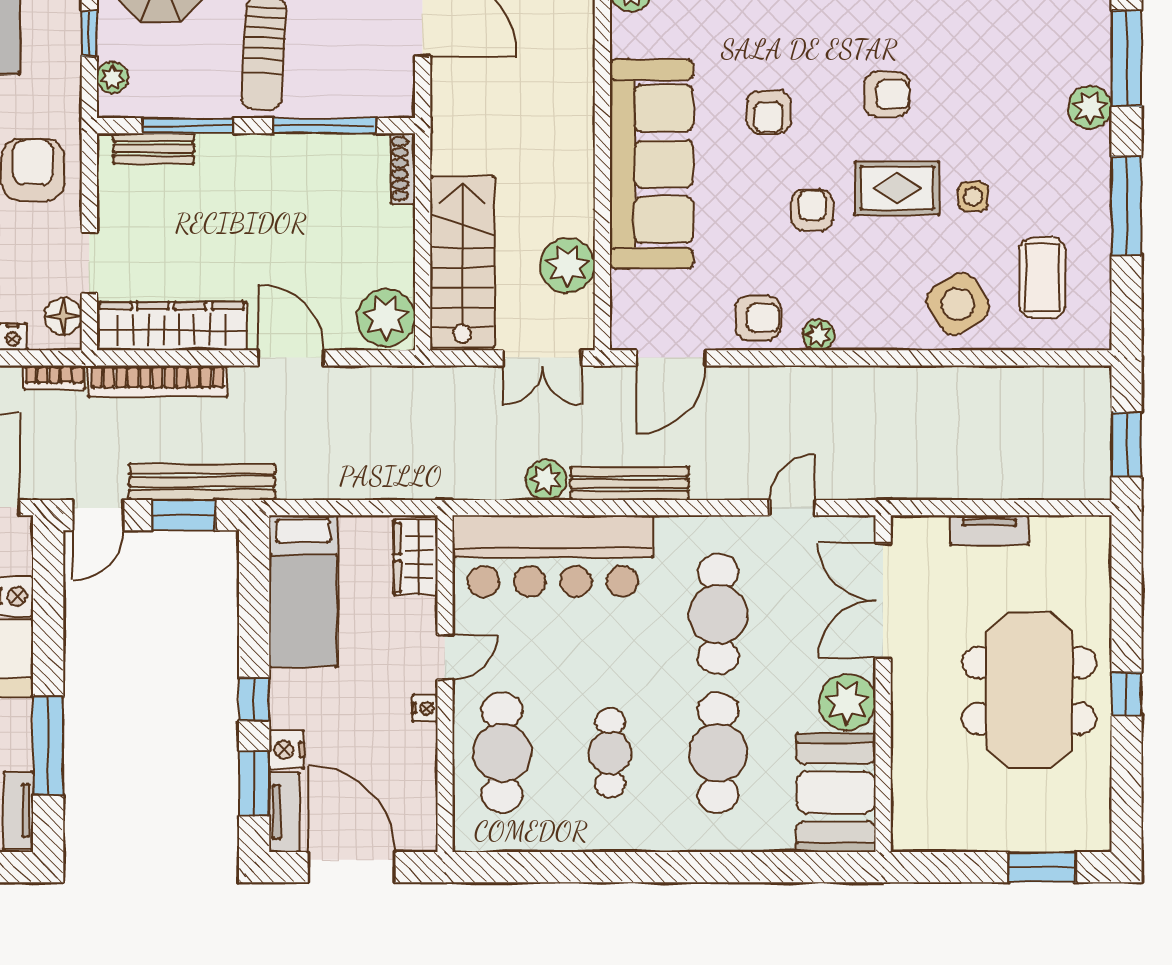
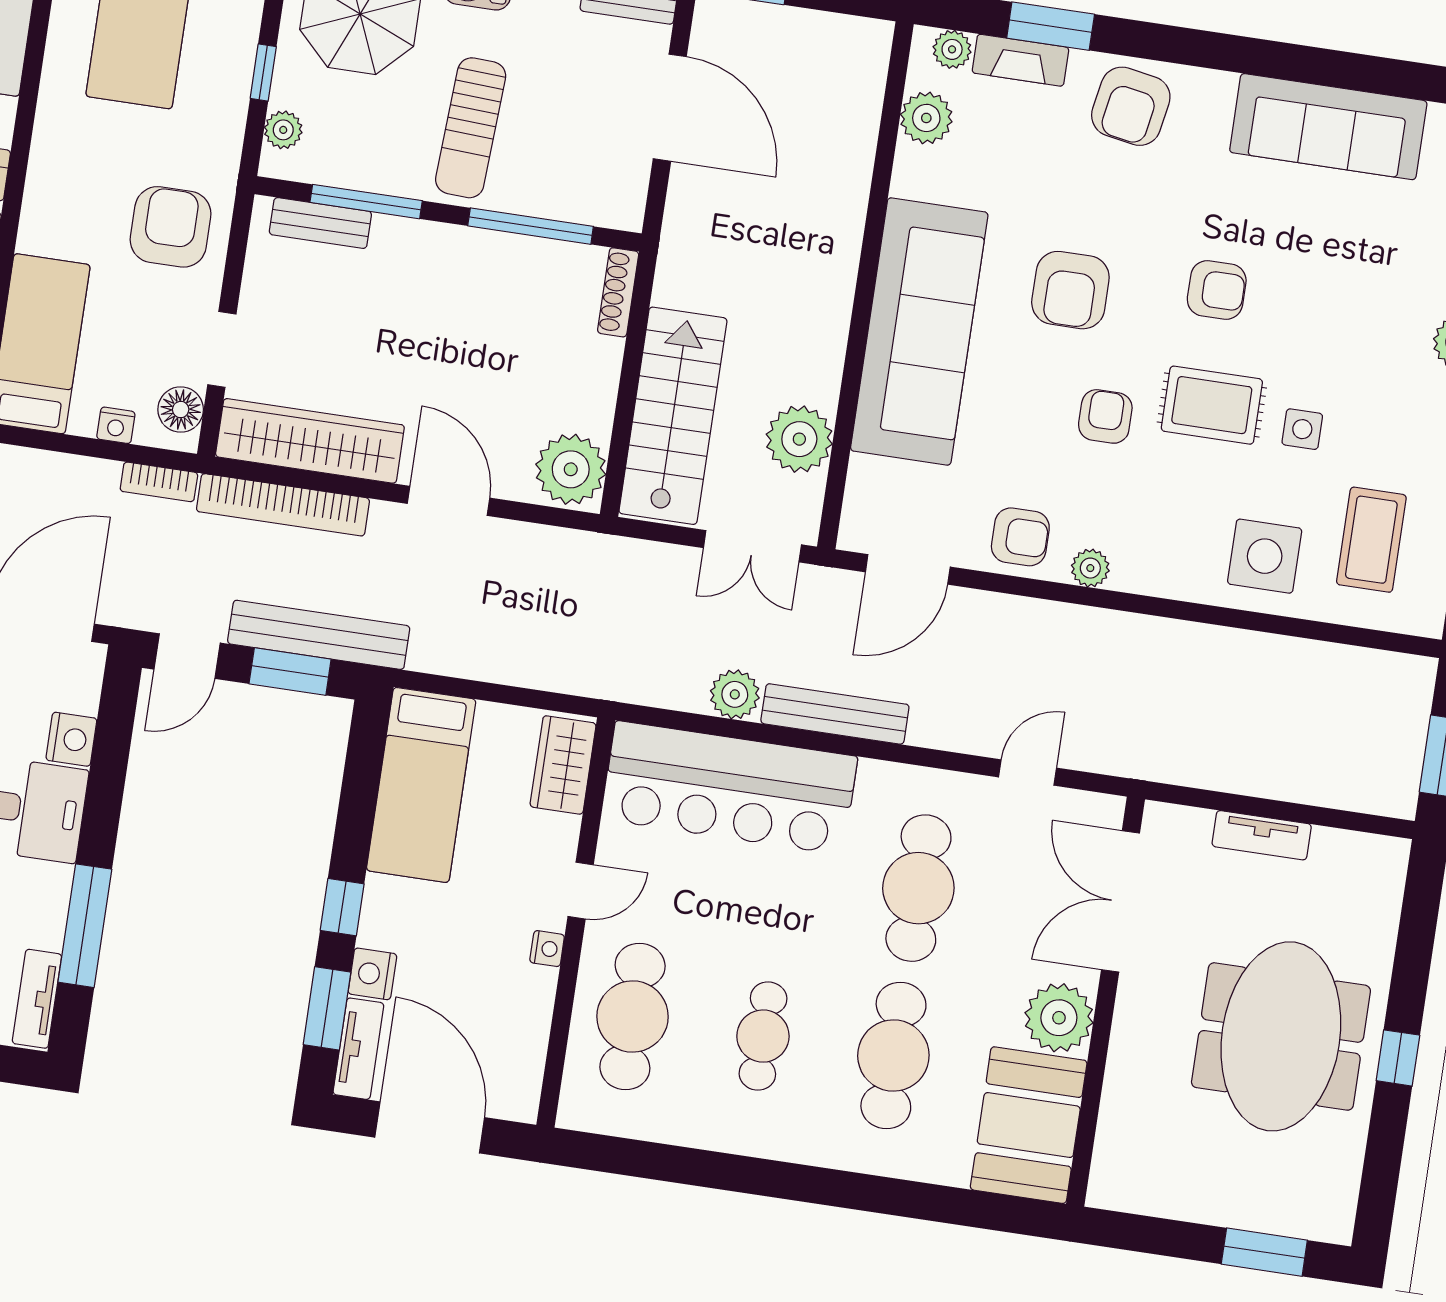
armchair: (769, 112) -> (1070, 290), width x1.38, depth x1.38
side table: (958, 304) -> (1265, 556), turned 32

